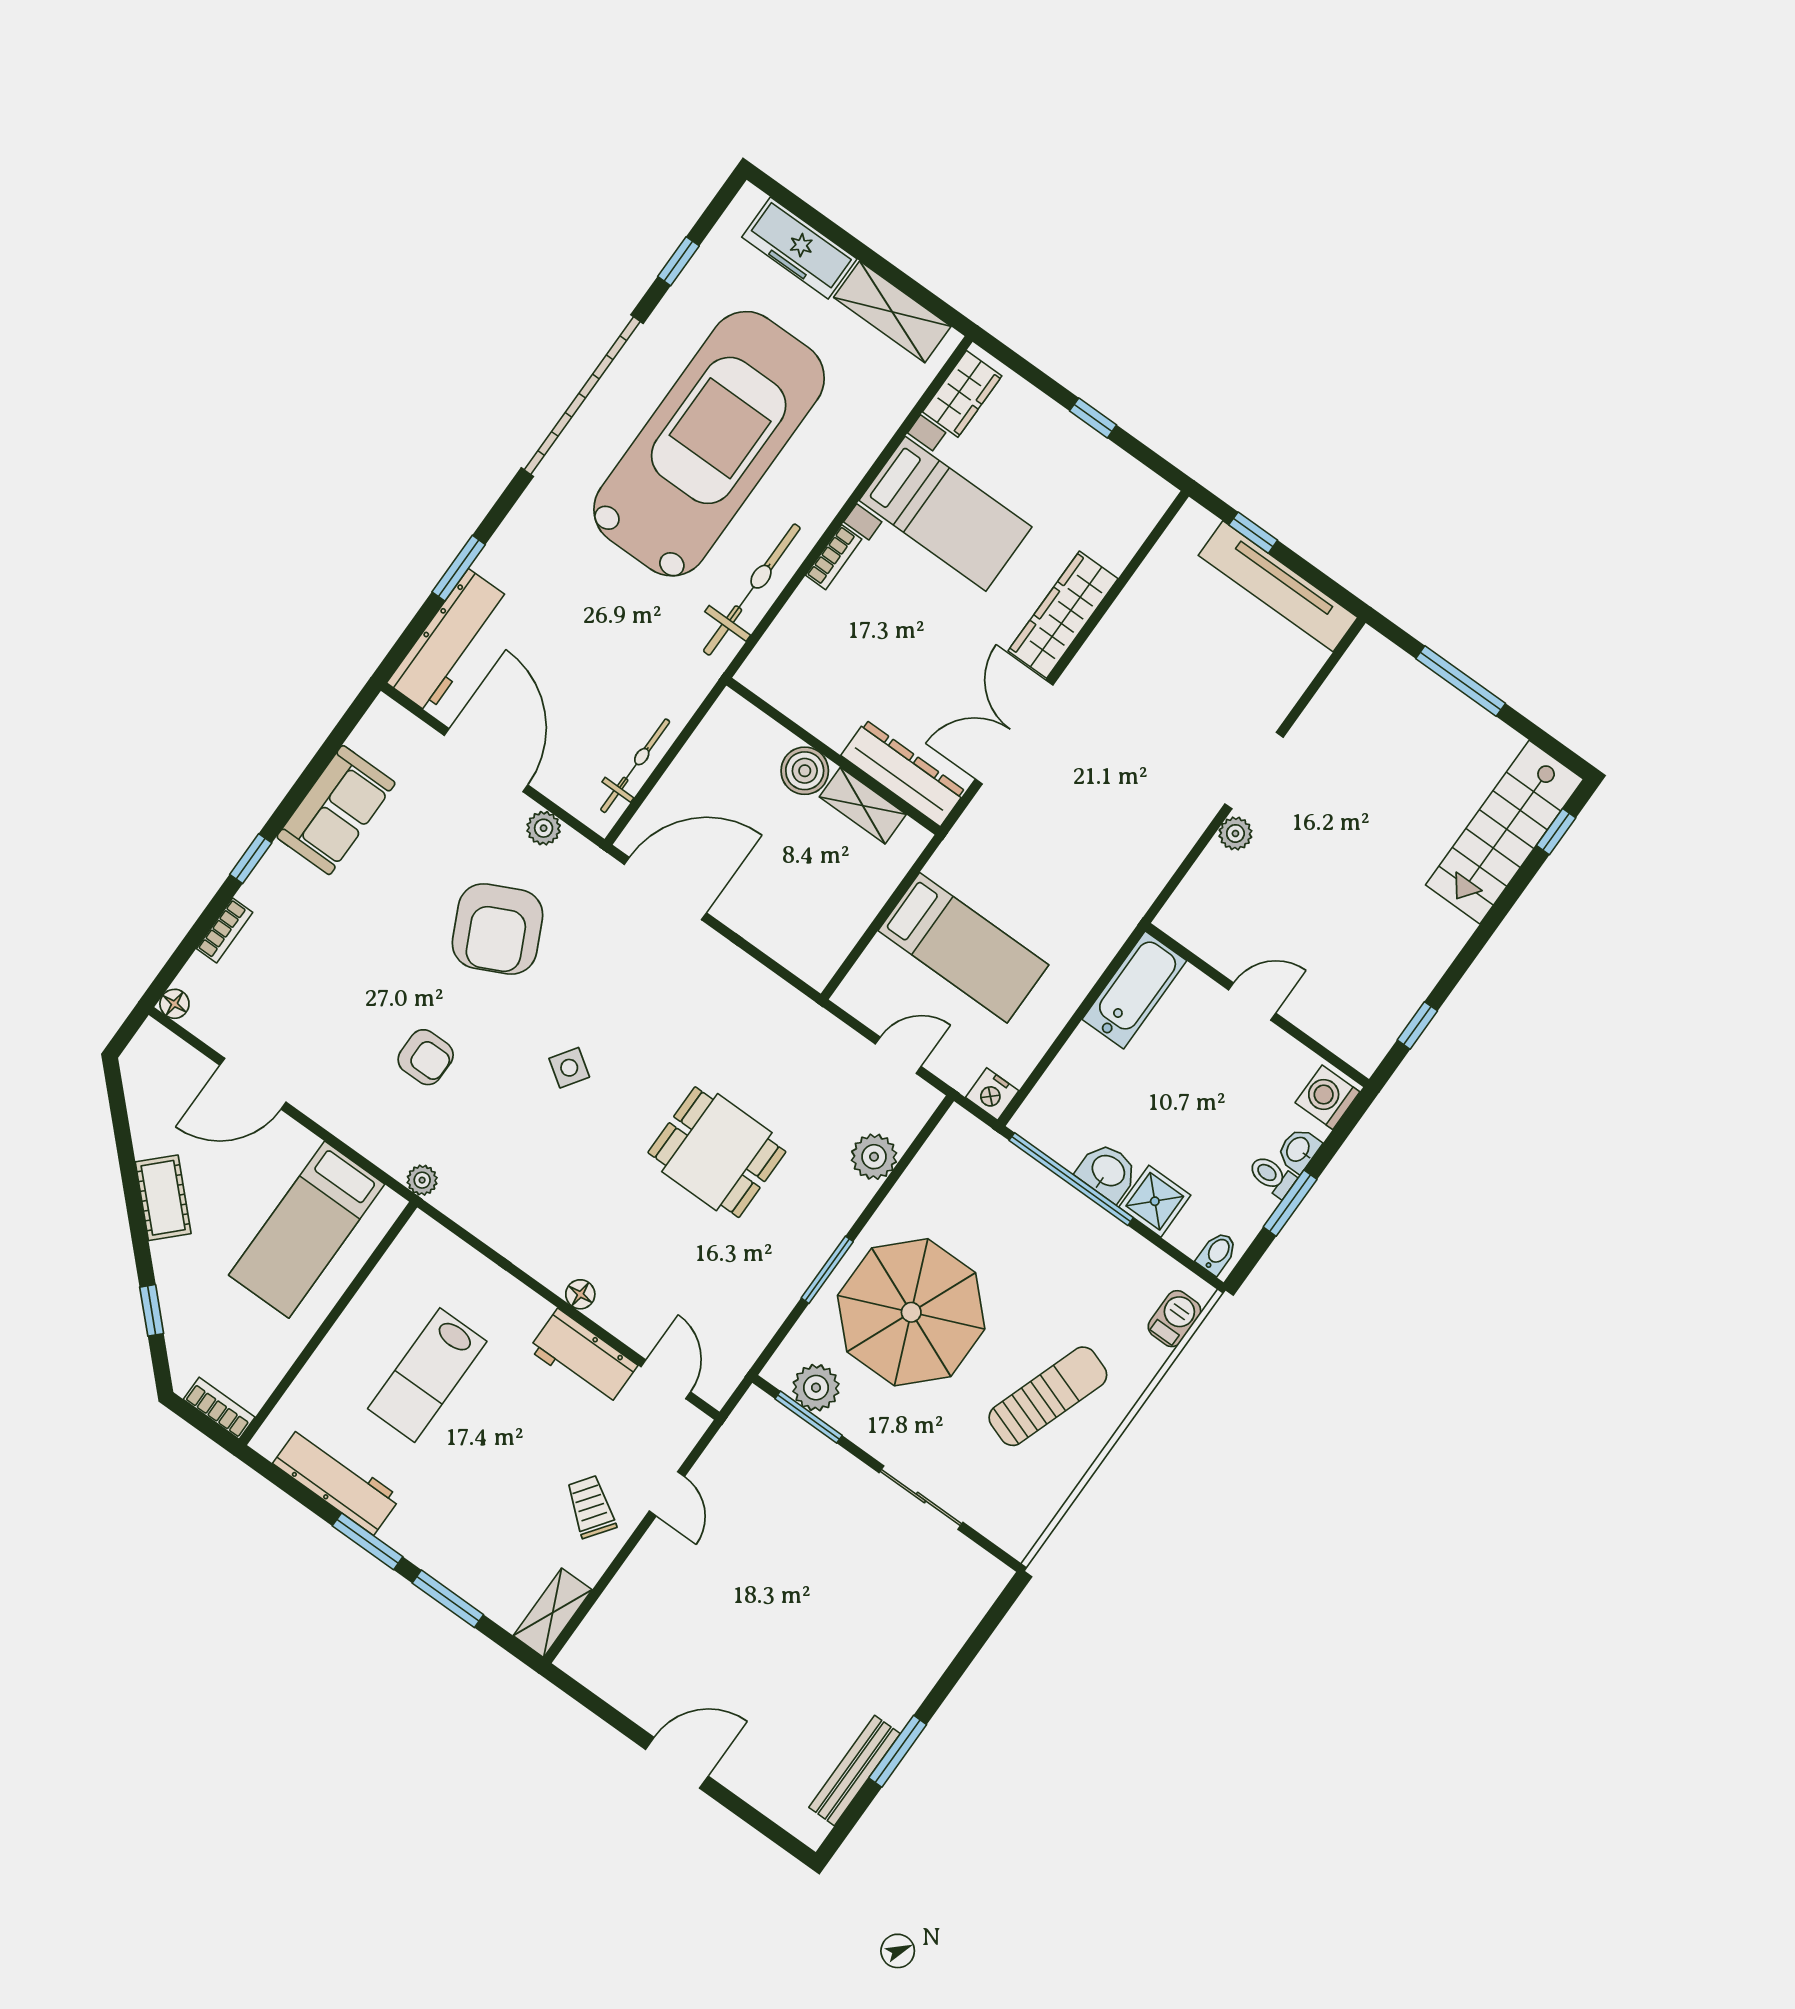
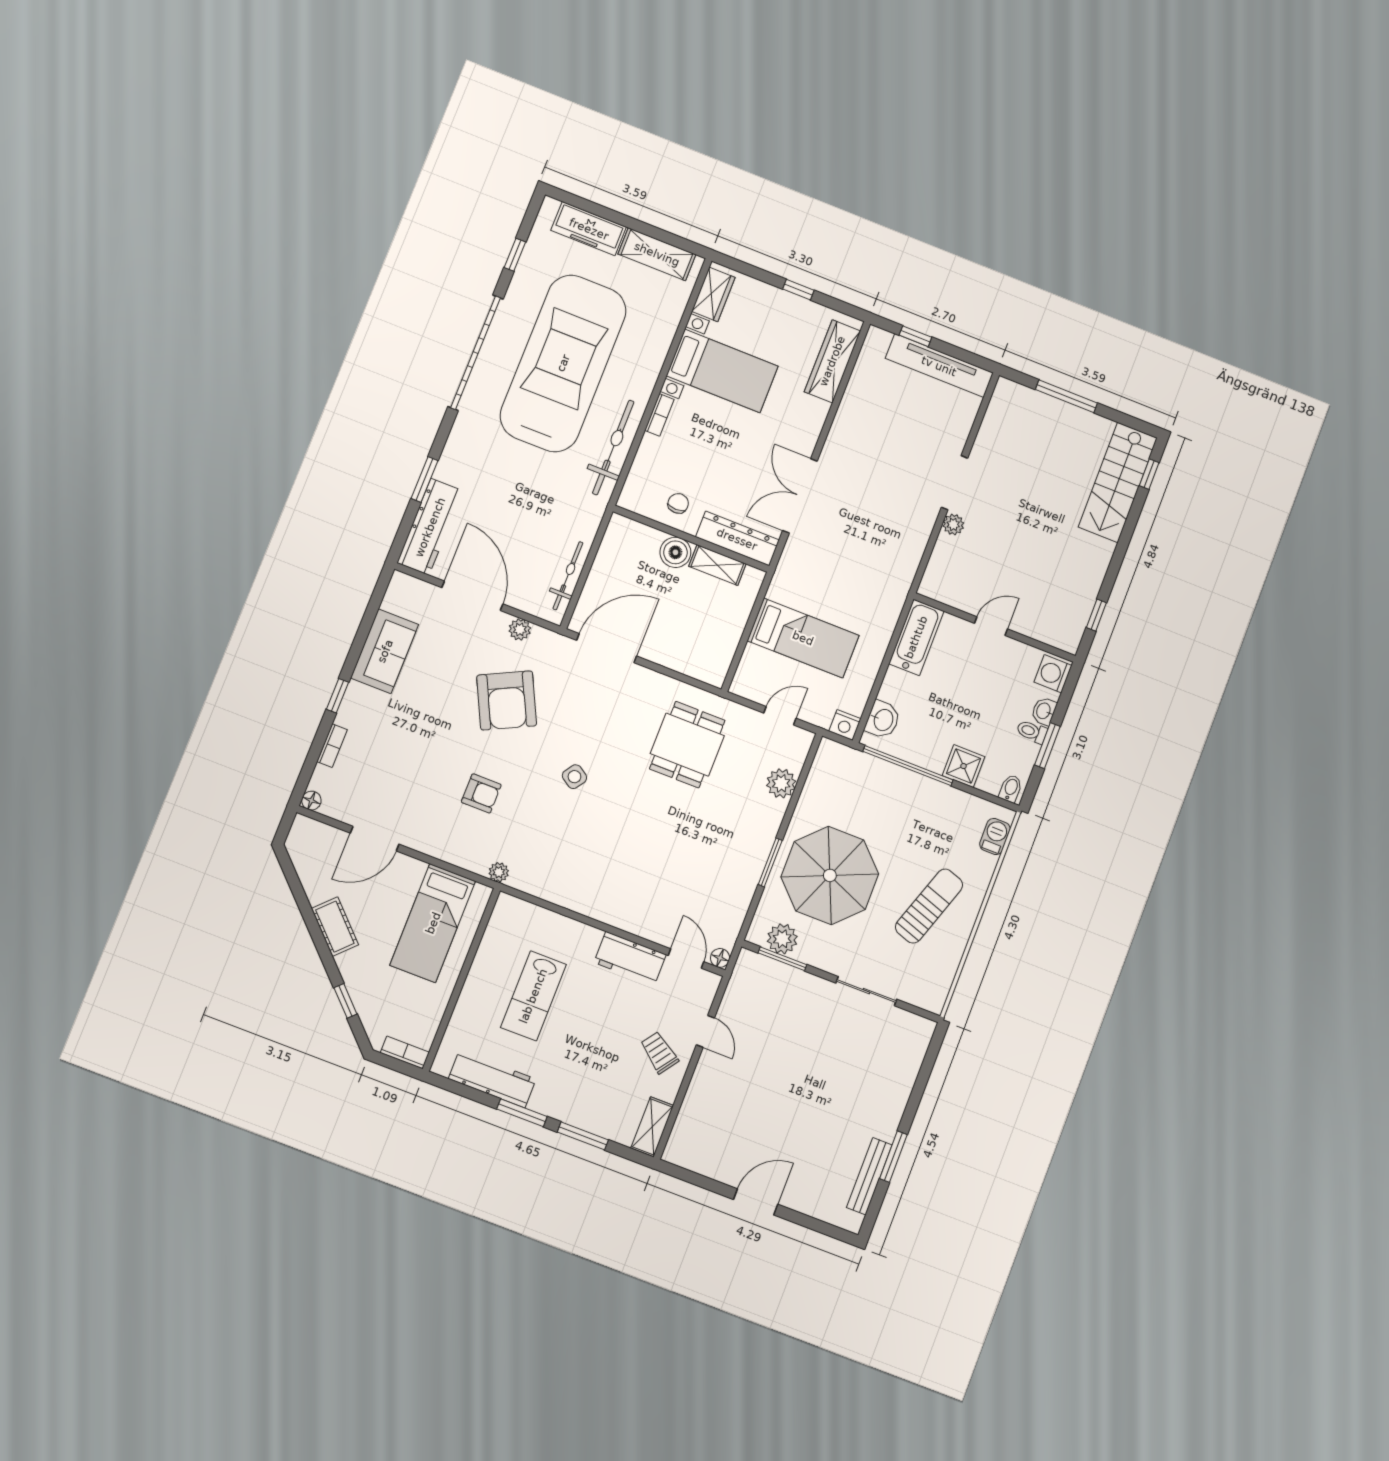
wardrobe: (1063, 615) -> (832, 361), moved
chair: (828, 698) -> (678, 503), added
dining table: (717, 1152) -> (687, 745), moved, turned 90
washbasin: (1108, 1172) -> (883, 720), moved, turned 90
floor lamp: (580, 1294) -> (720, 958), moved

